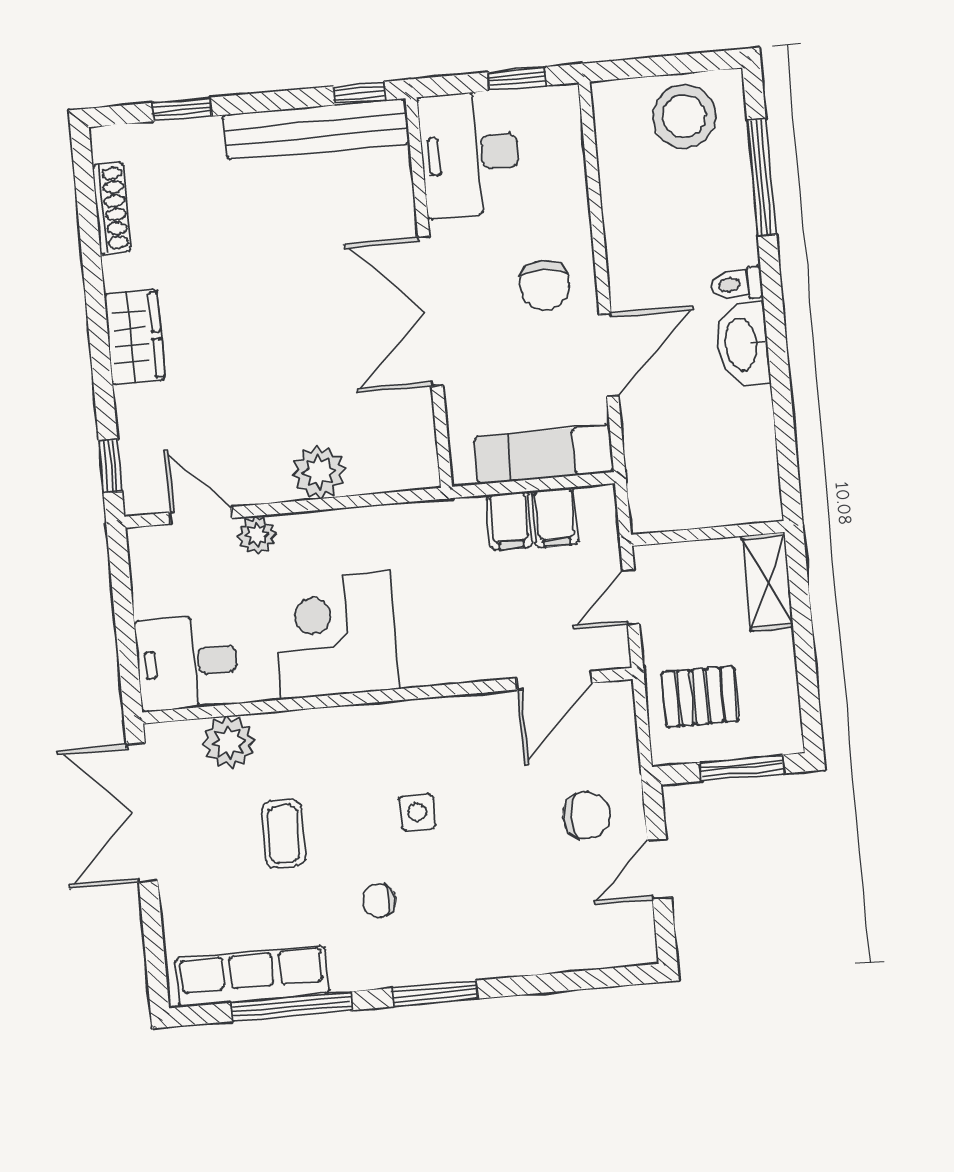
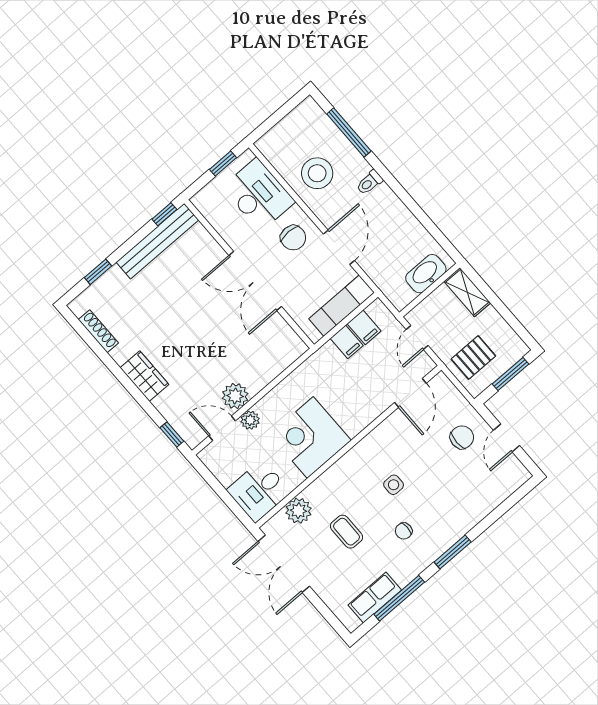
stool: (684, 116) -> (317, 173), moved
desk: (470, 154) -> (258, 195), moved, turned 180
washbasin: (743, 344) -> (426, 274), moved, turned 90
plant: (319, 472) -> (235, 396), moved
row of seats: (252, 976) -> (375, 598), width x0.68

